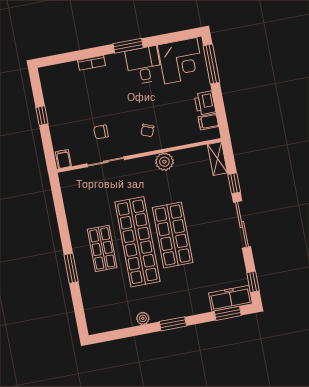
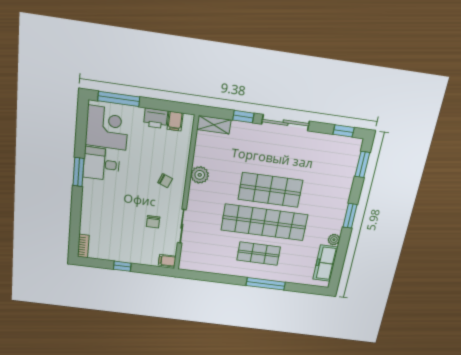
bookcase: (91, 63) -> (83, 246), moved
window: (71, 268) -> (266, 284), width x1.44
freezer: (230, 298) -> (325, 263), moved

